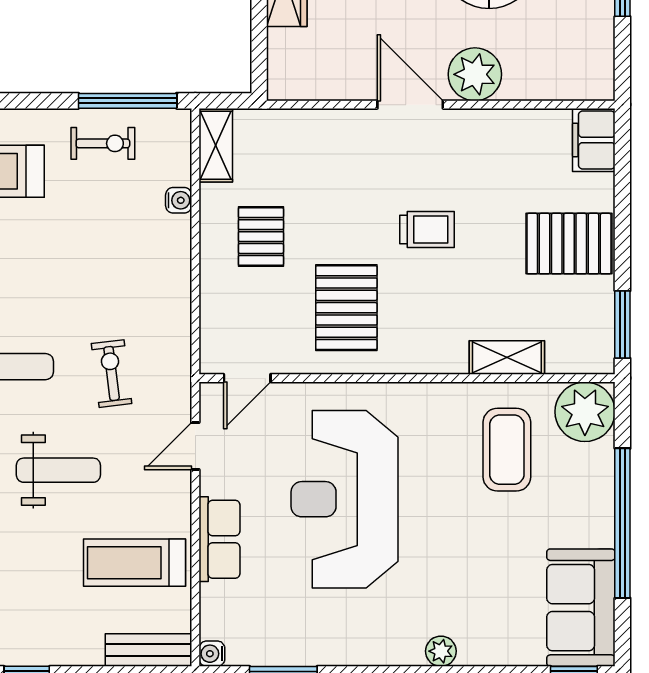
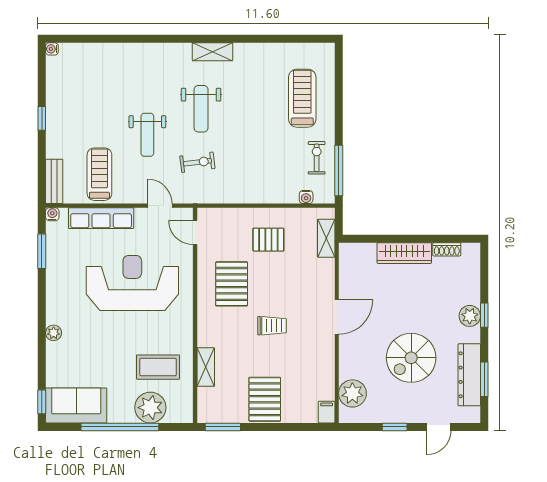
plant: (475, 74) -> (352, 393), moved
filing cabinet: (594, 140) -> (327, 412), width x0.50
exercise bike: (103, 143) -> (317, 158), turned 180
shelving: (216, 145) -> (326, 238), moved, turned 90
water cooler: (179, 200) -> (306, 197), moved
trolley: (427, 230) -> (272, 326), turned -90
pallet: (346, 308) -> (232, 284), turned 90
plant: (585, 412) -> (150, 408), moved
row of seats: (219, 539) -> (101, 218), width x1.48

